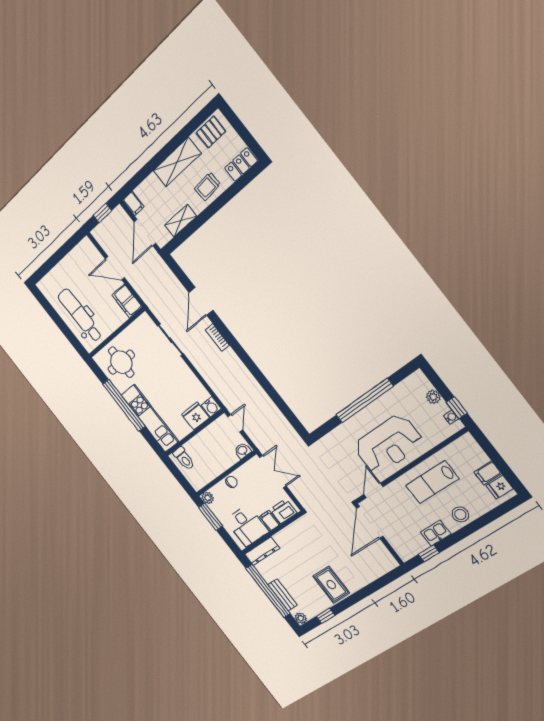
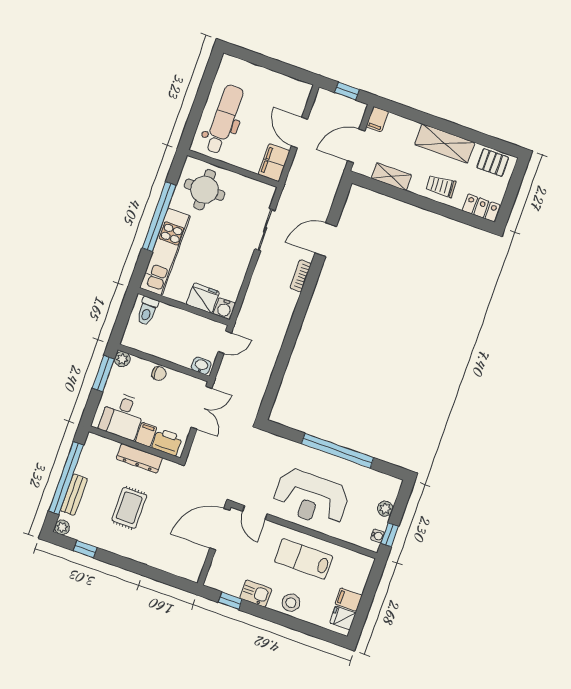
door: (373, 490) -> (255, 513), swing flipped
dresser: (262, 551) -> (139, 458), moved
rug: (331, 585) -> (129, 508), moved

